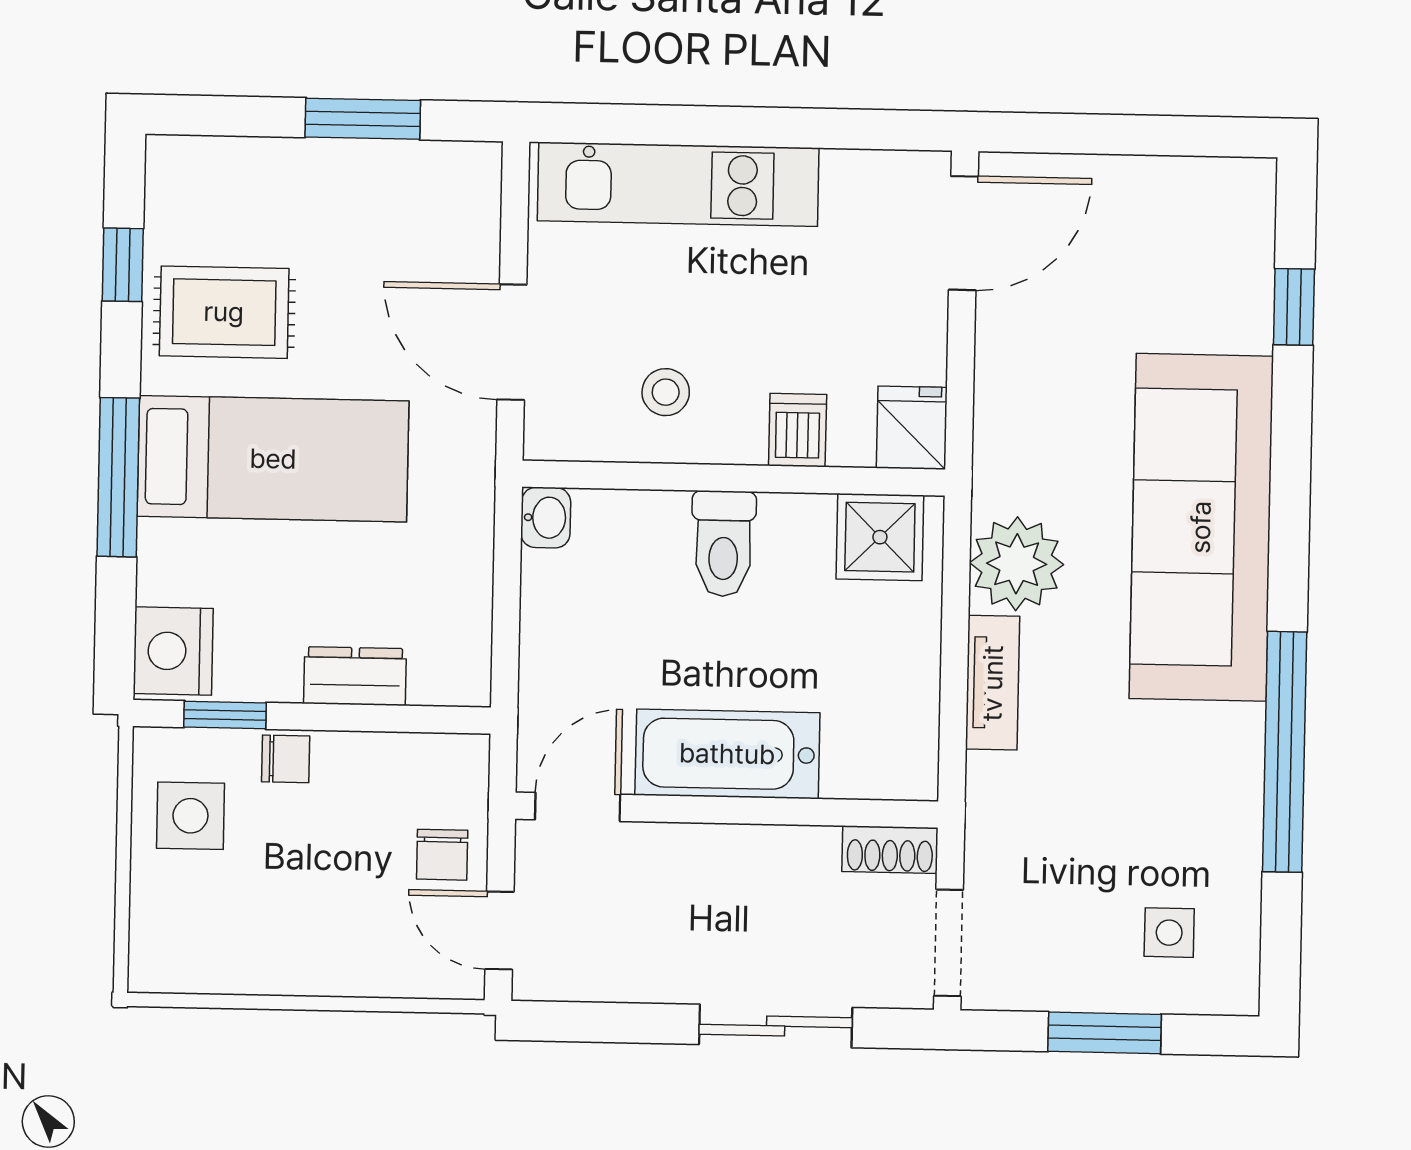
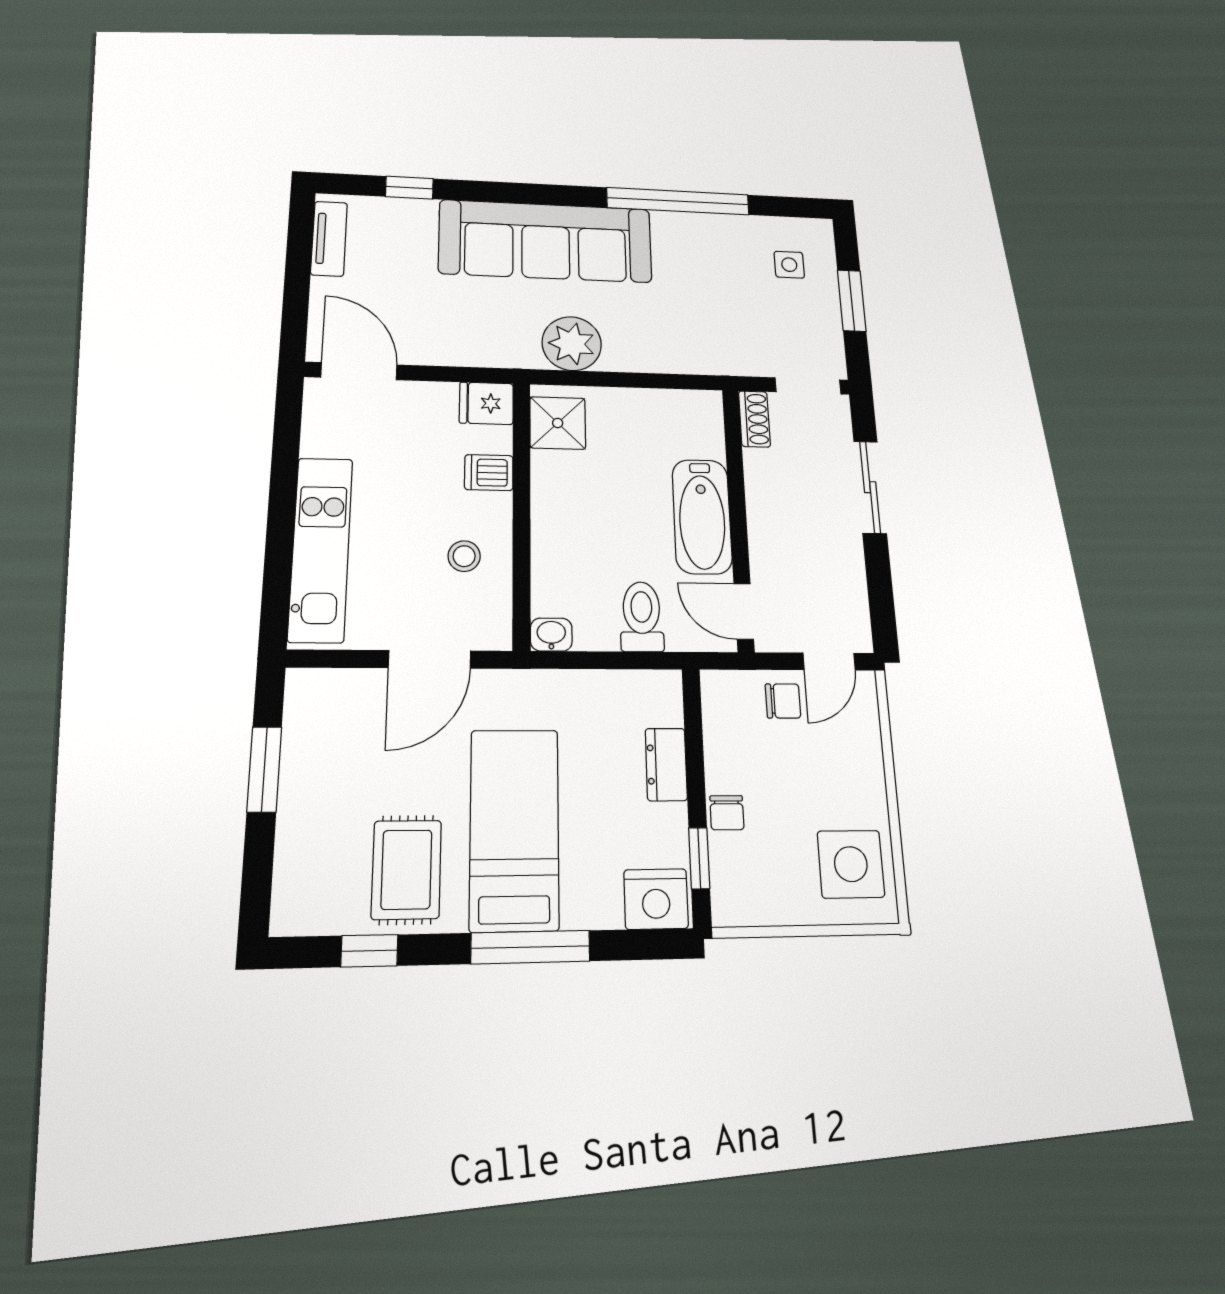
toilet: (723, 544) -> (642, 617), moved, turned -90
tv unit: (993, 683) -> (329, 239), moved, turned 90
chair: (286, 759) -> (727, 813), turned 180
side table: (190, 816) -> (851, 864), moved, width x1.37, depth x1.37

